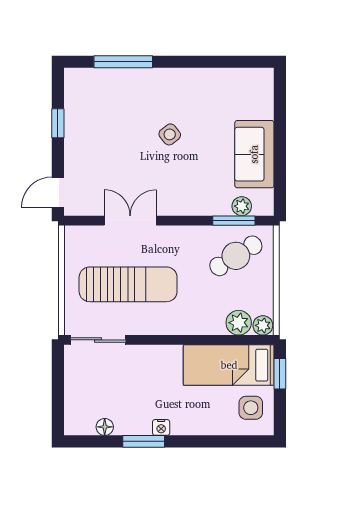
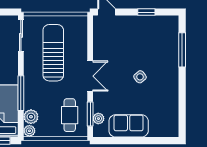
double door: (130, 221) -> (90, 76), moved
cafe table: (236, 256) -> (70, 115), turned 32
sun lounger: (128, 284) -> (53, 53), turned 180
window: (198, 340) -> (21, 93), added

